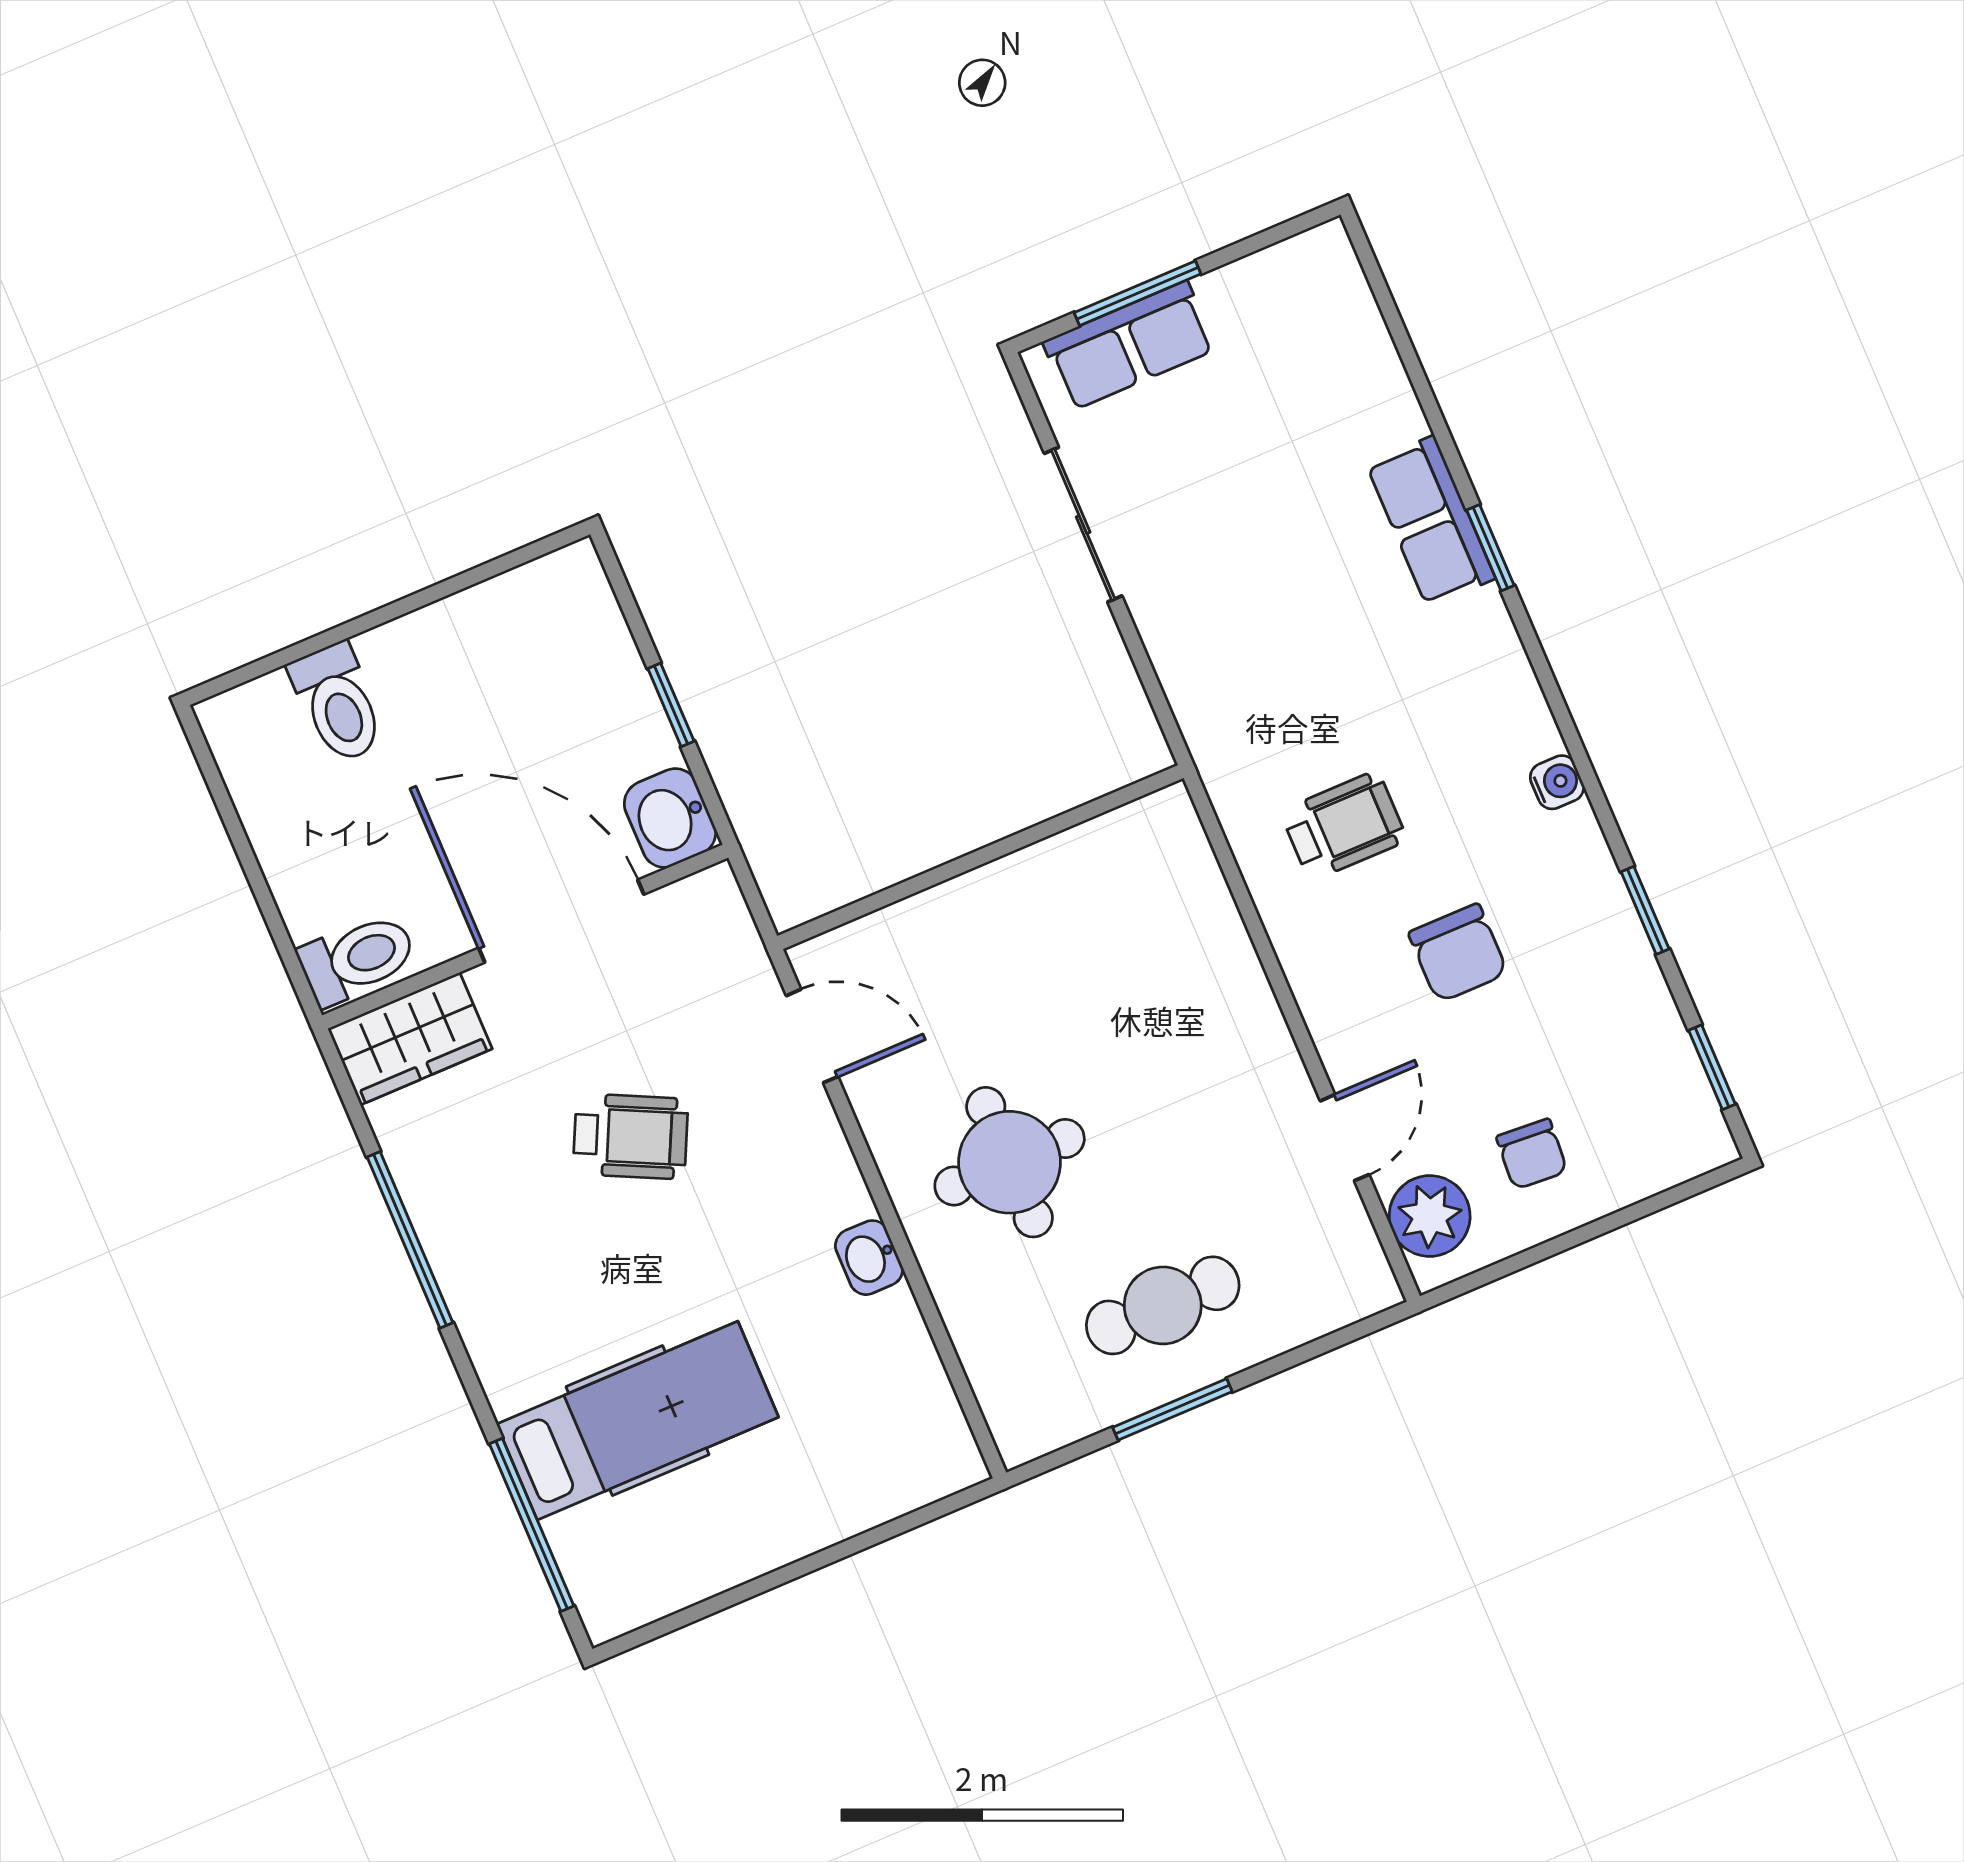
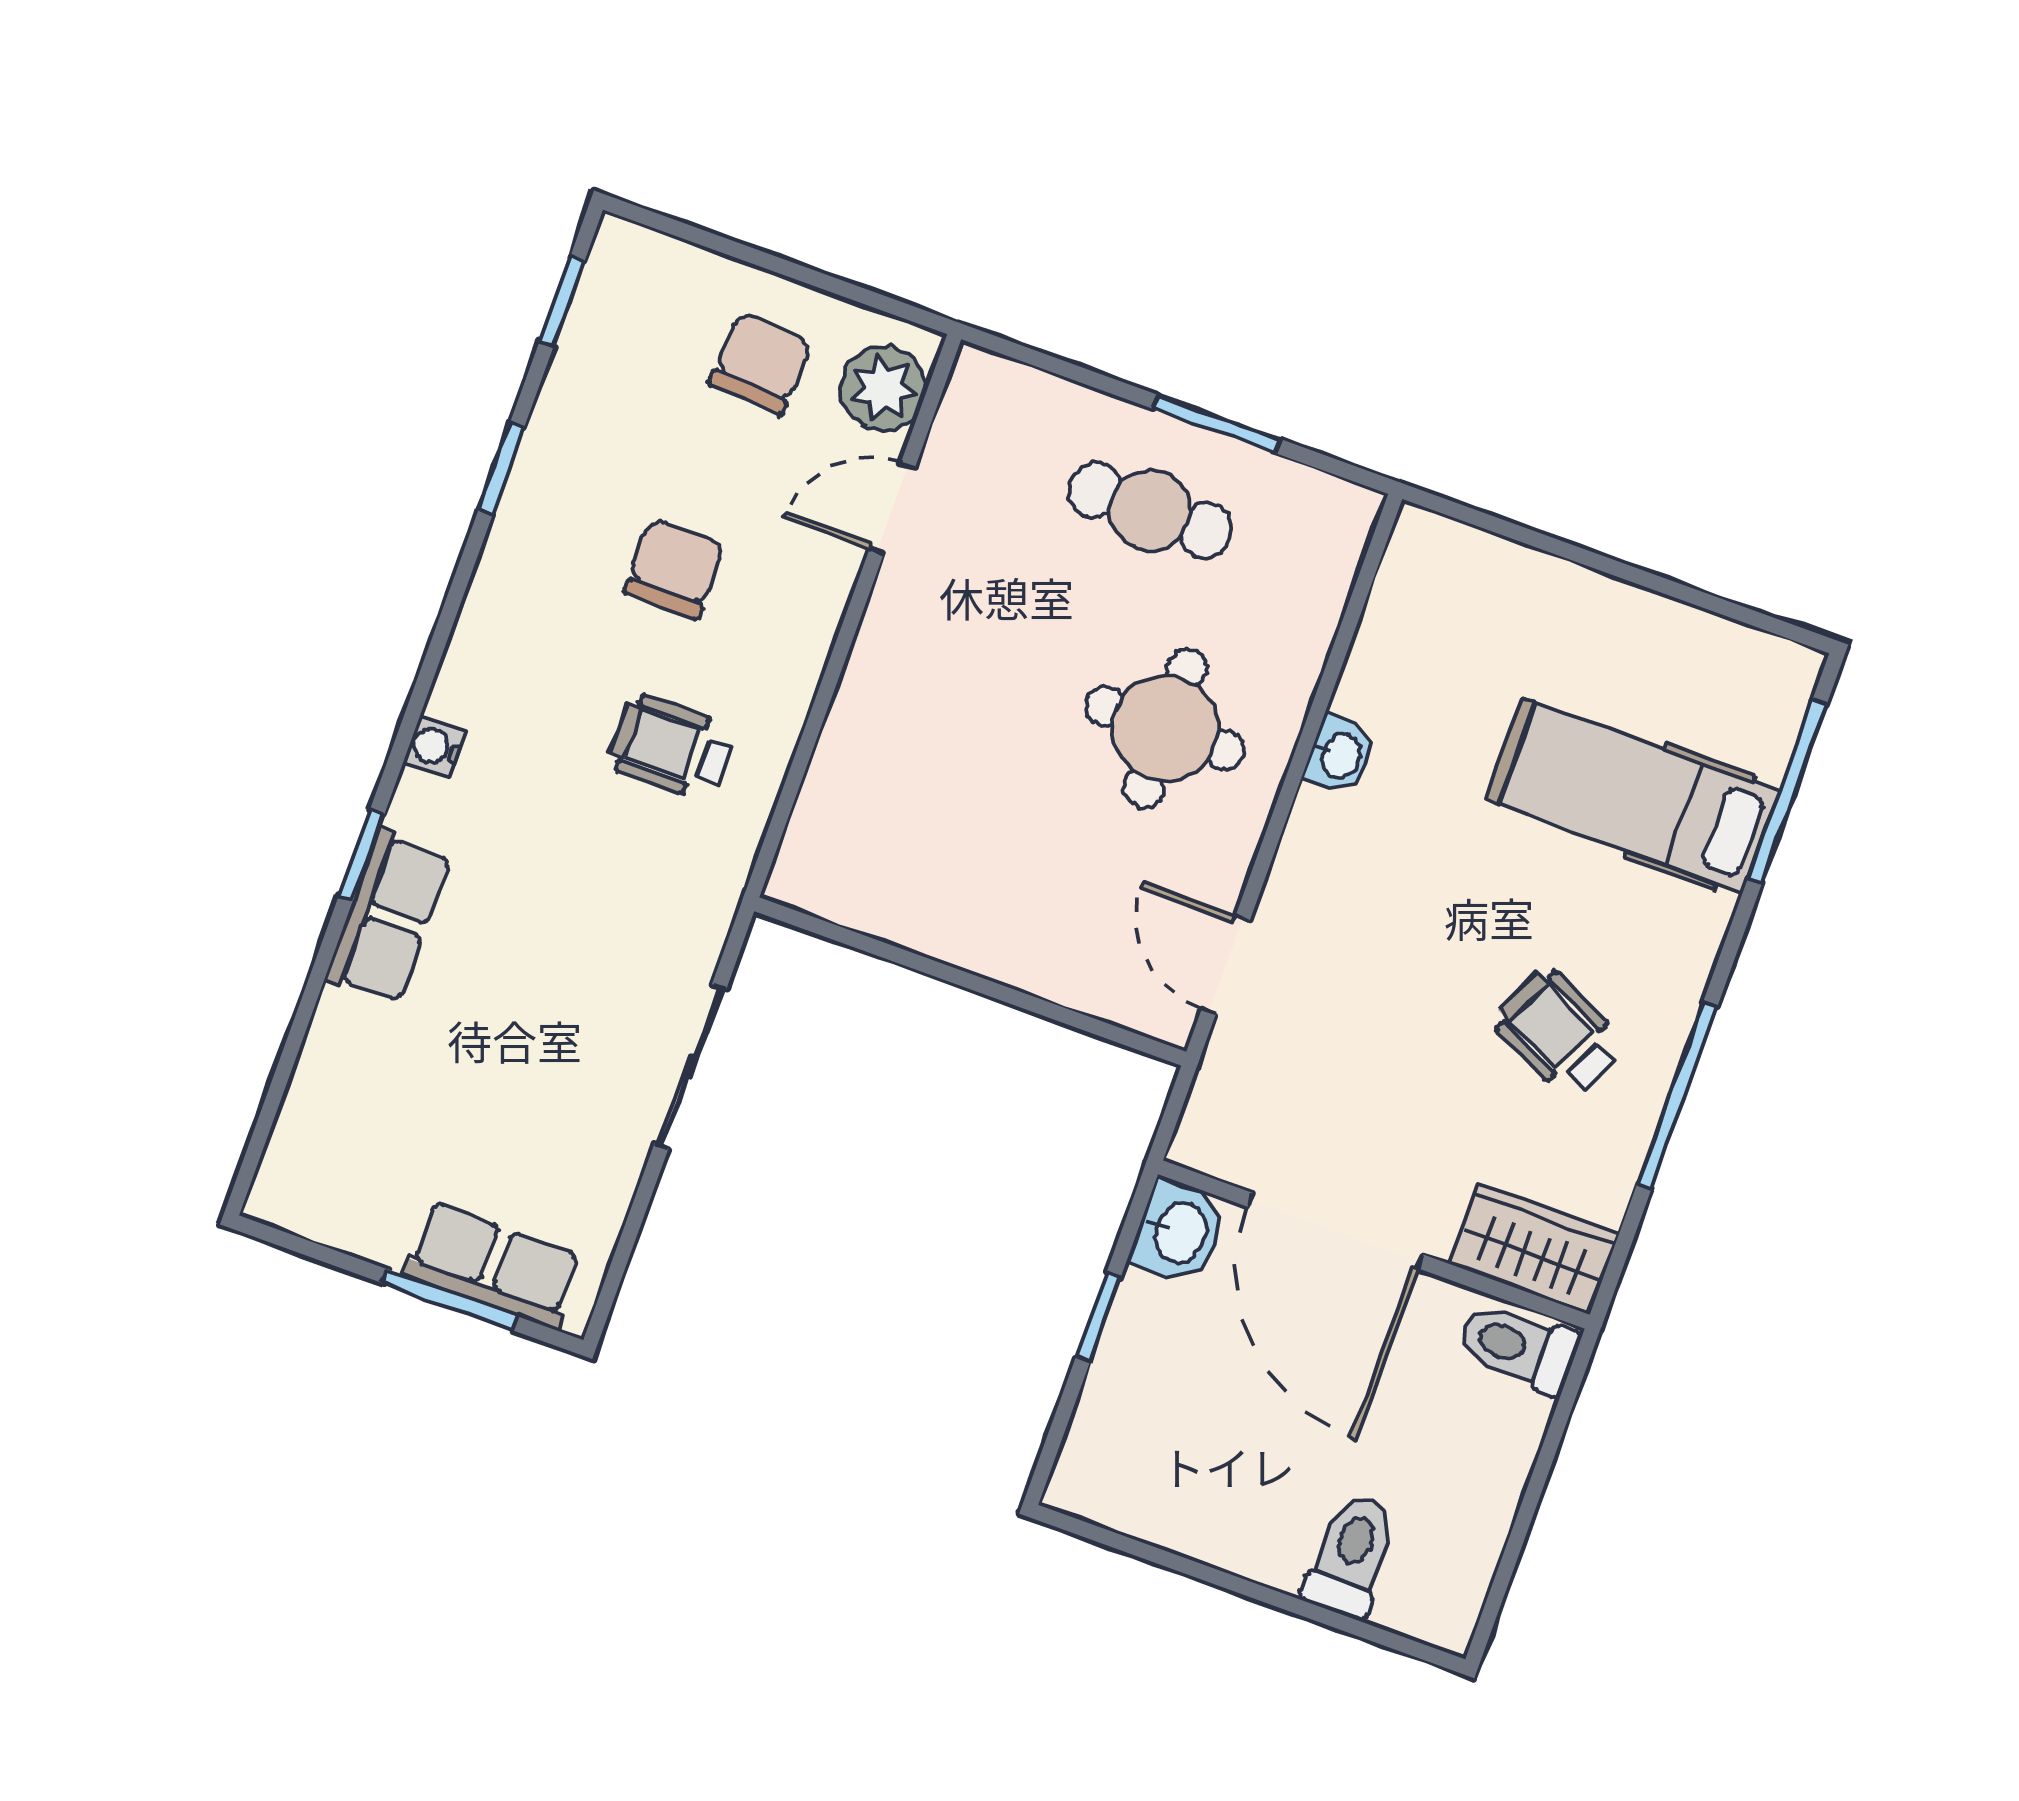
sliding door: (1083, 525) -> (690, 1066), moved
water cooler: (1557, 782) -> (435, 747), moved
wheelchair: (631, 1136) -> (1558, 1033), moved
chair: (1532, 1154) -> (761, 363), width x1.37, depth x1.37

